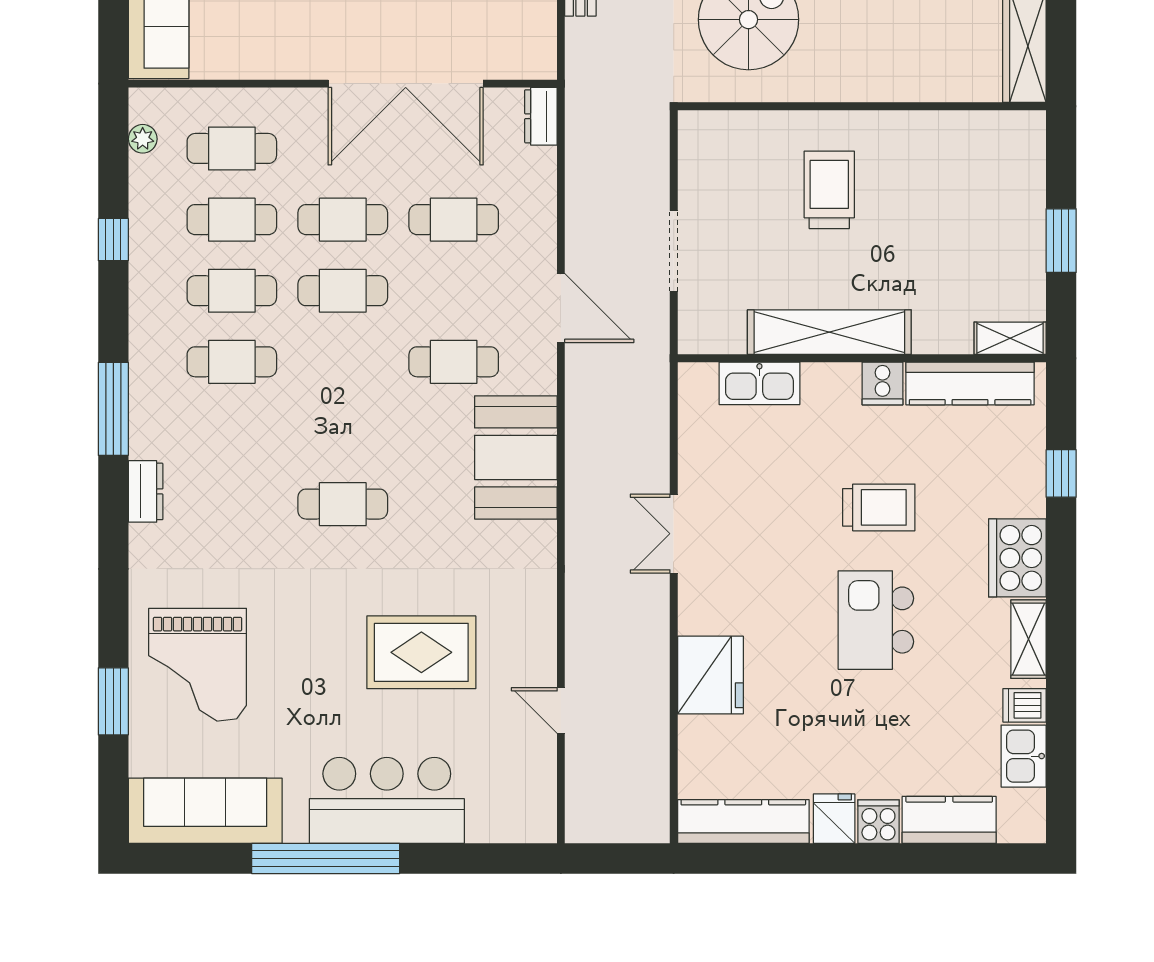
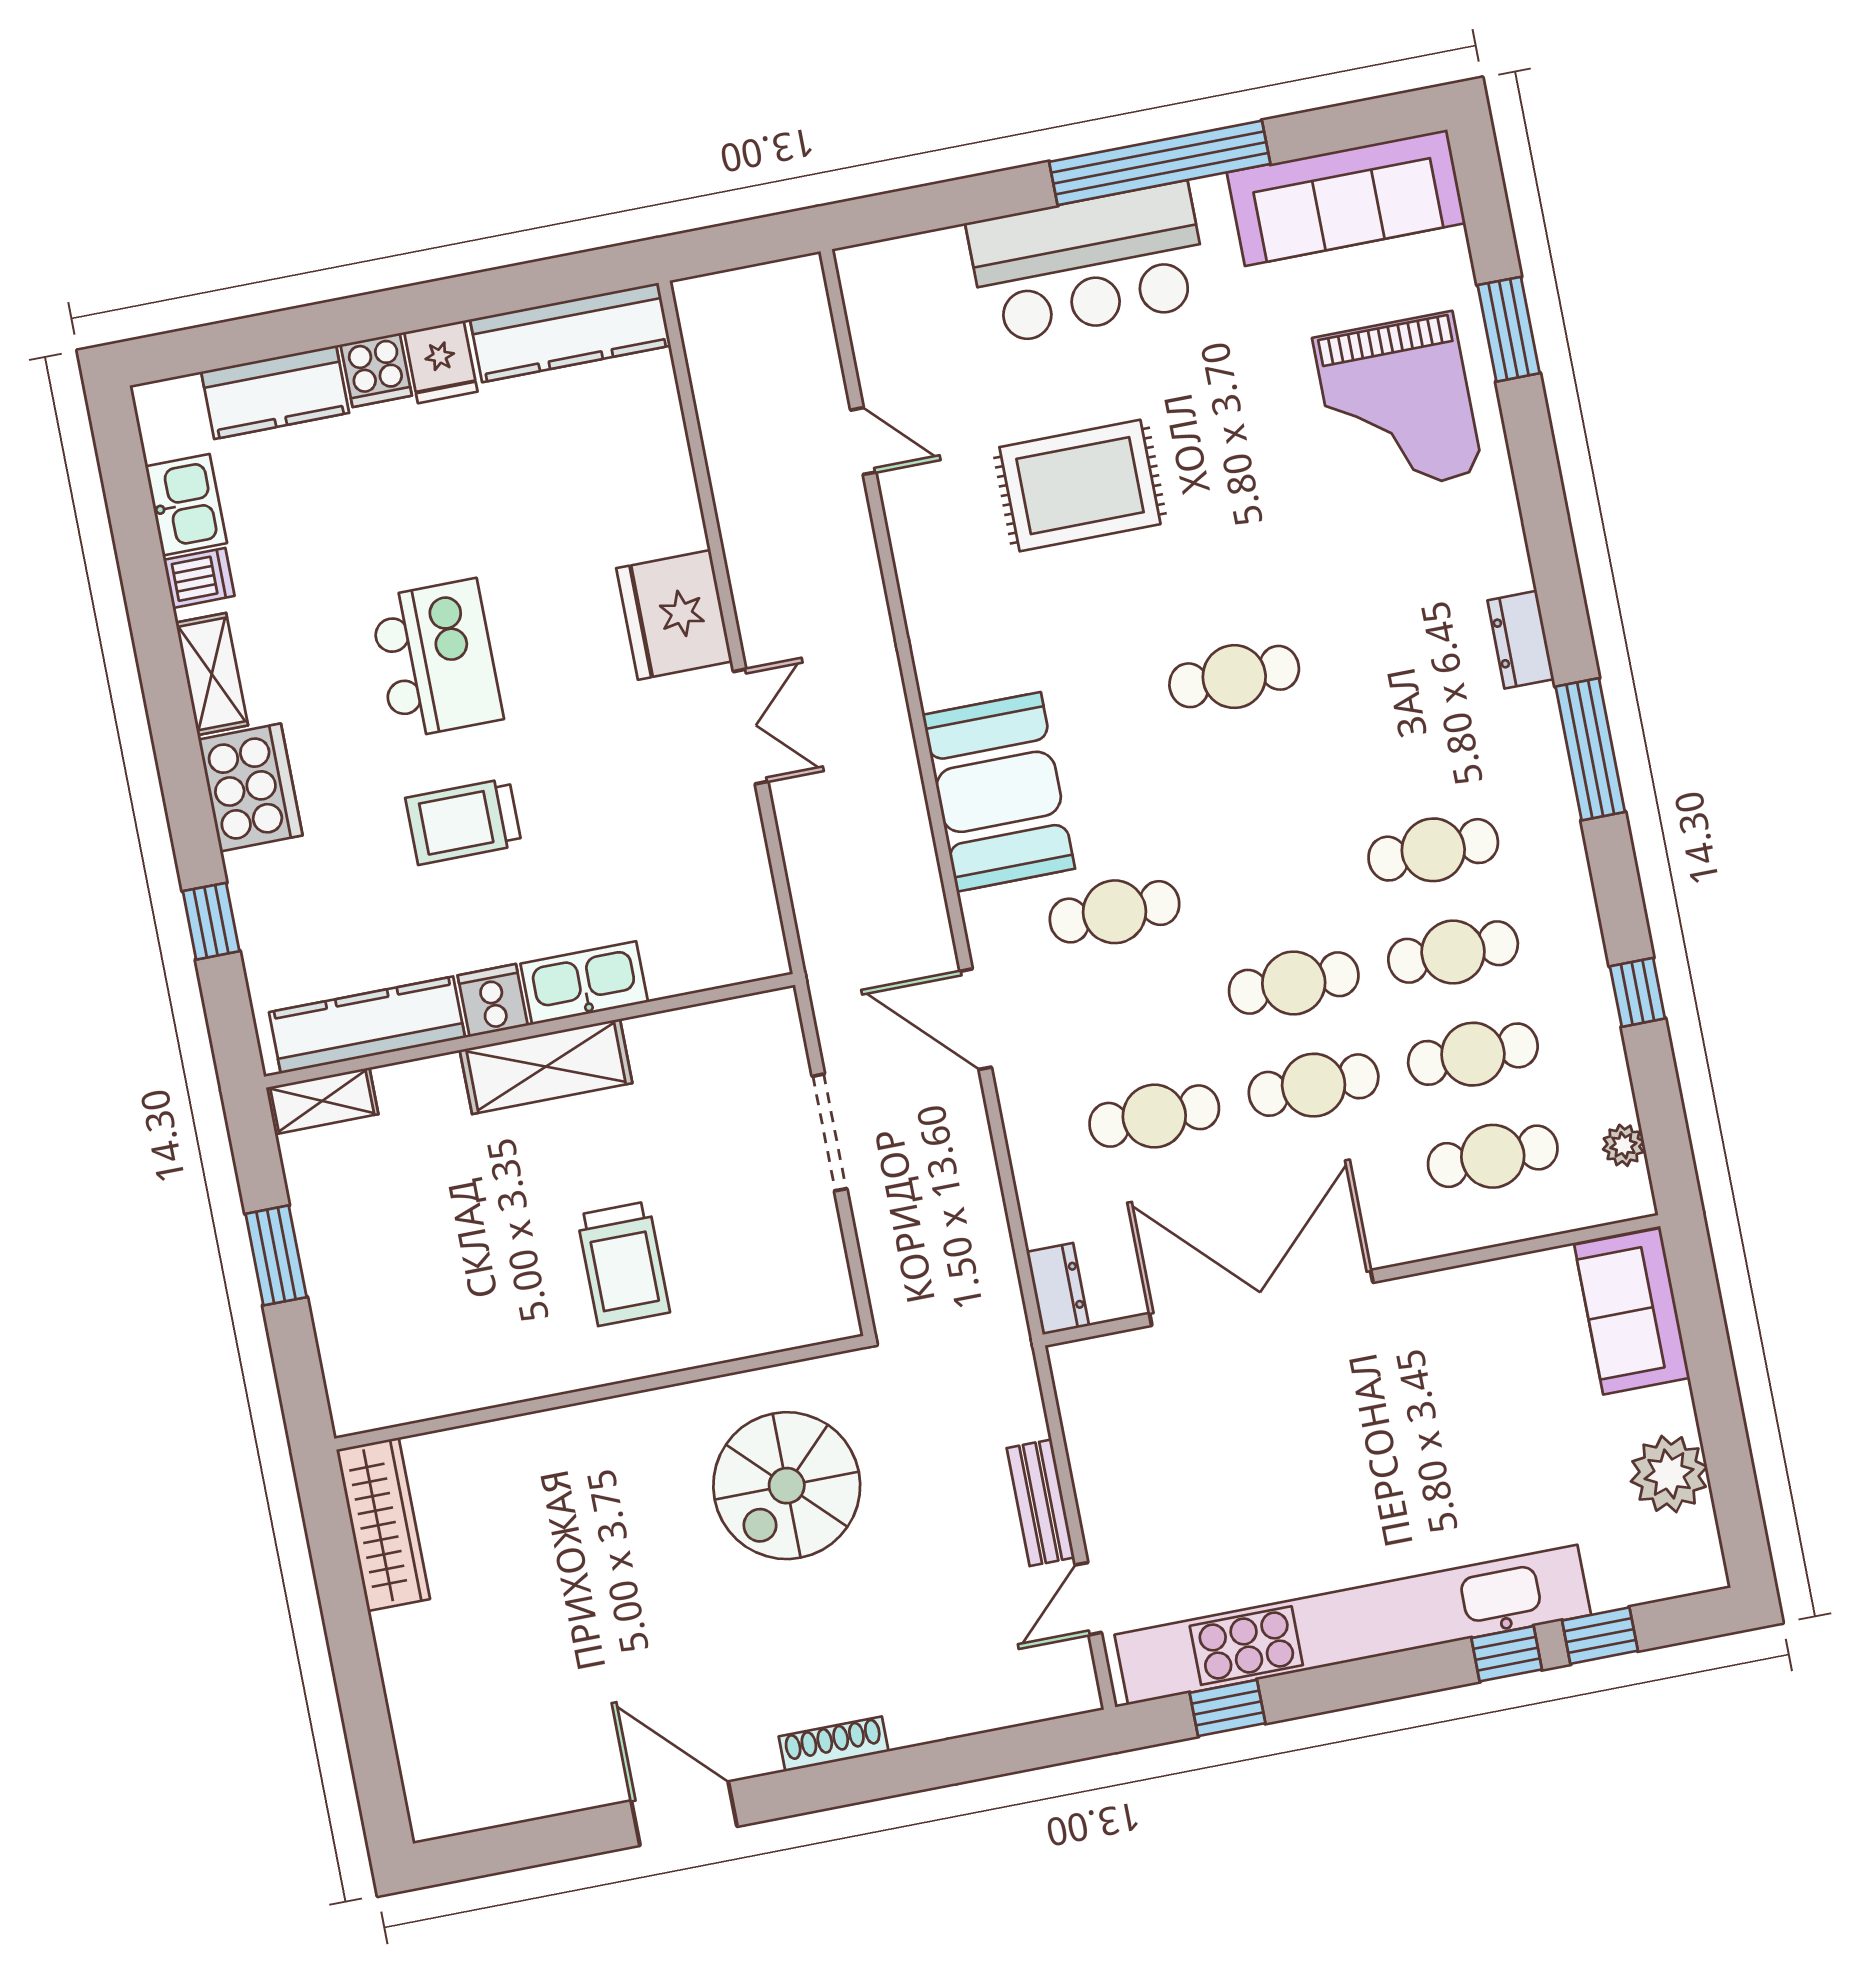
shelving: (829, 332) -> (546, 1067), width x0.68
kitchen sink: (759, 383) -> (584, 983), moved
grand piano: (198, 665) -> (1398, 405), turned 180
fridge: (710, 675) -> (674, 615), moved

